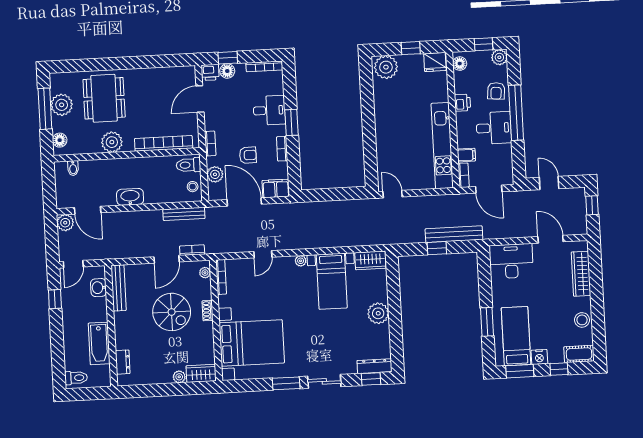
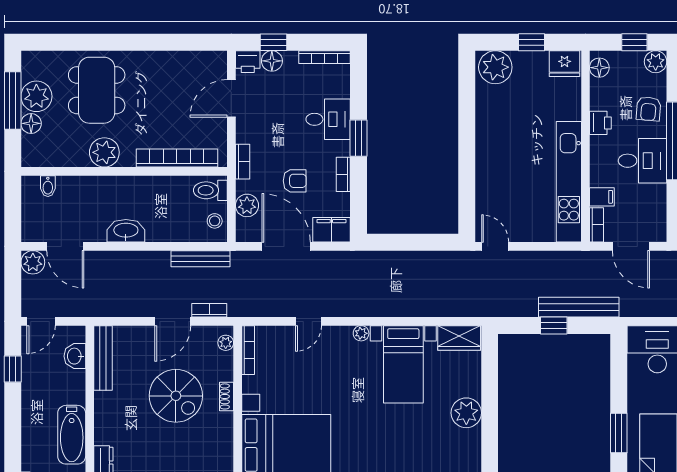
floor lamp: (60, 140) -> (31, 123), moved

